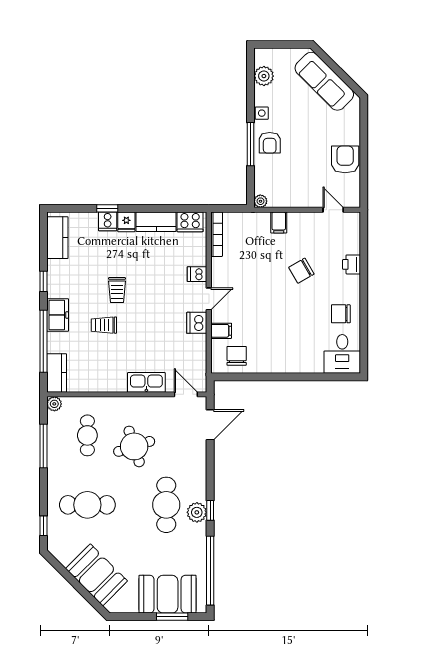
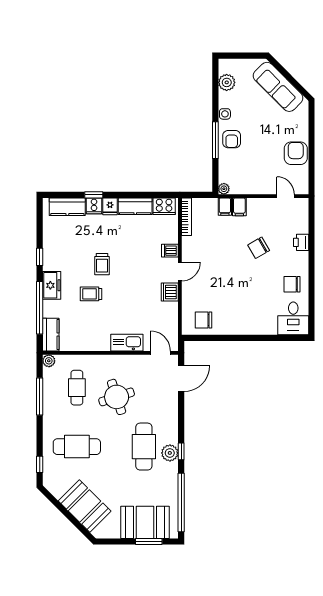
kitchen counter: (57, 238) -> (67, 207), moved, turned 90
filing cabinet: (221, 331) -> (225, 207), moved, turned 90
chair: (237, 356) -> (204, 320), turned -90

